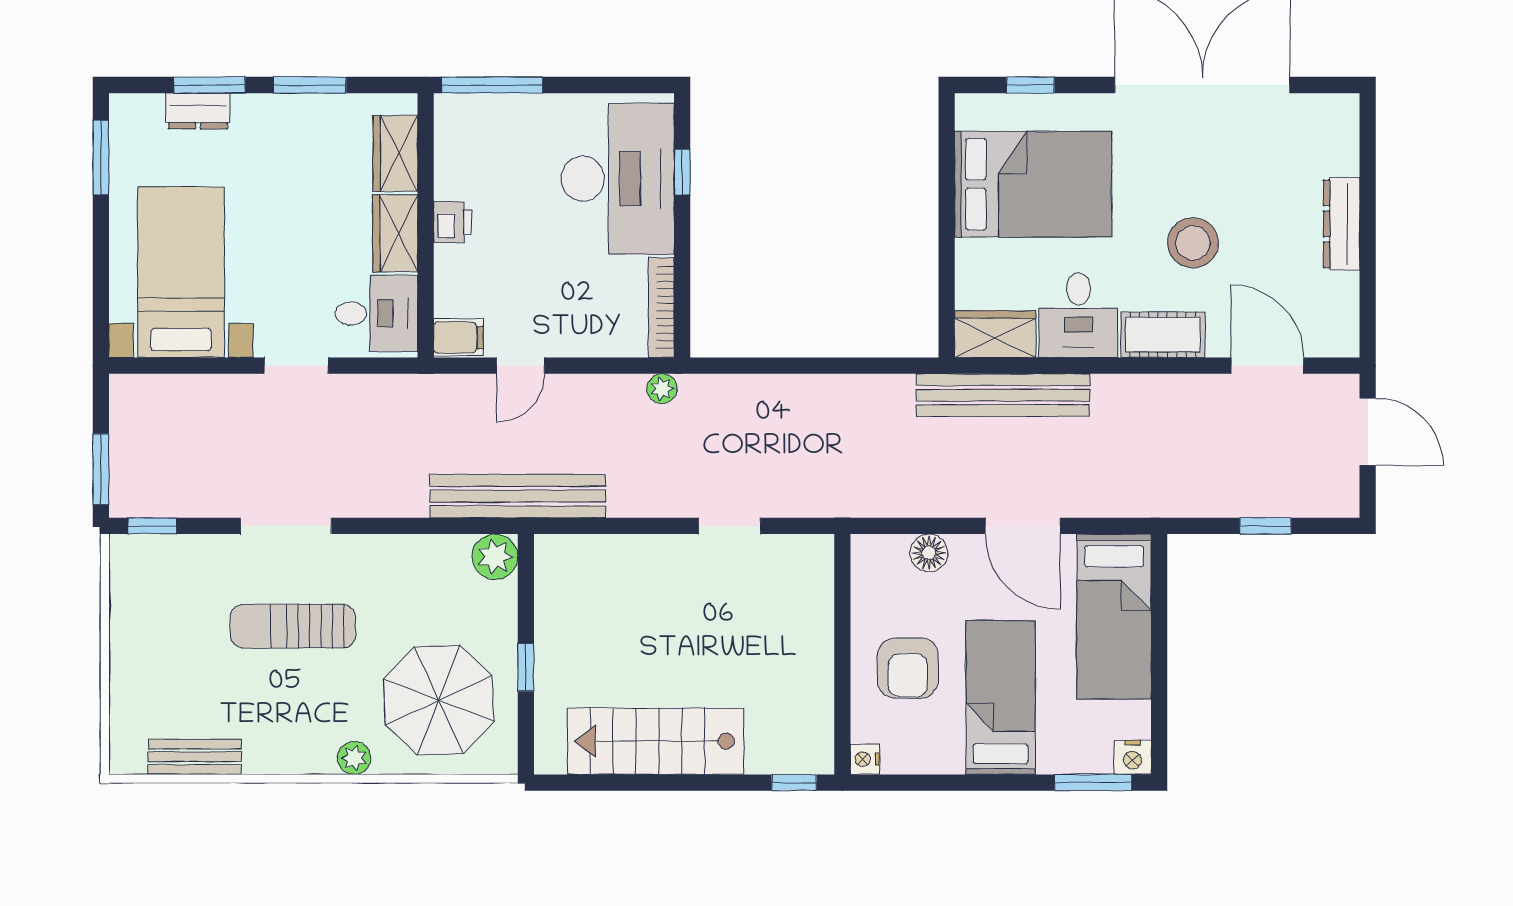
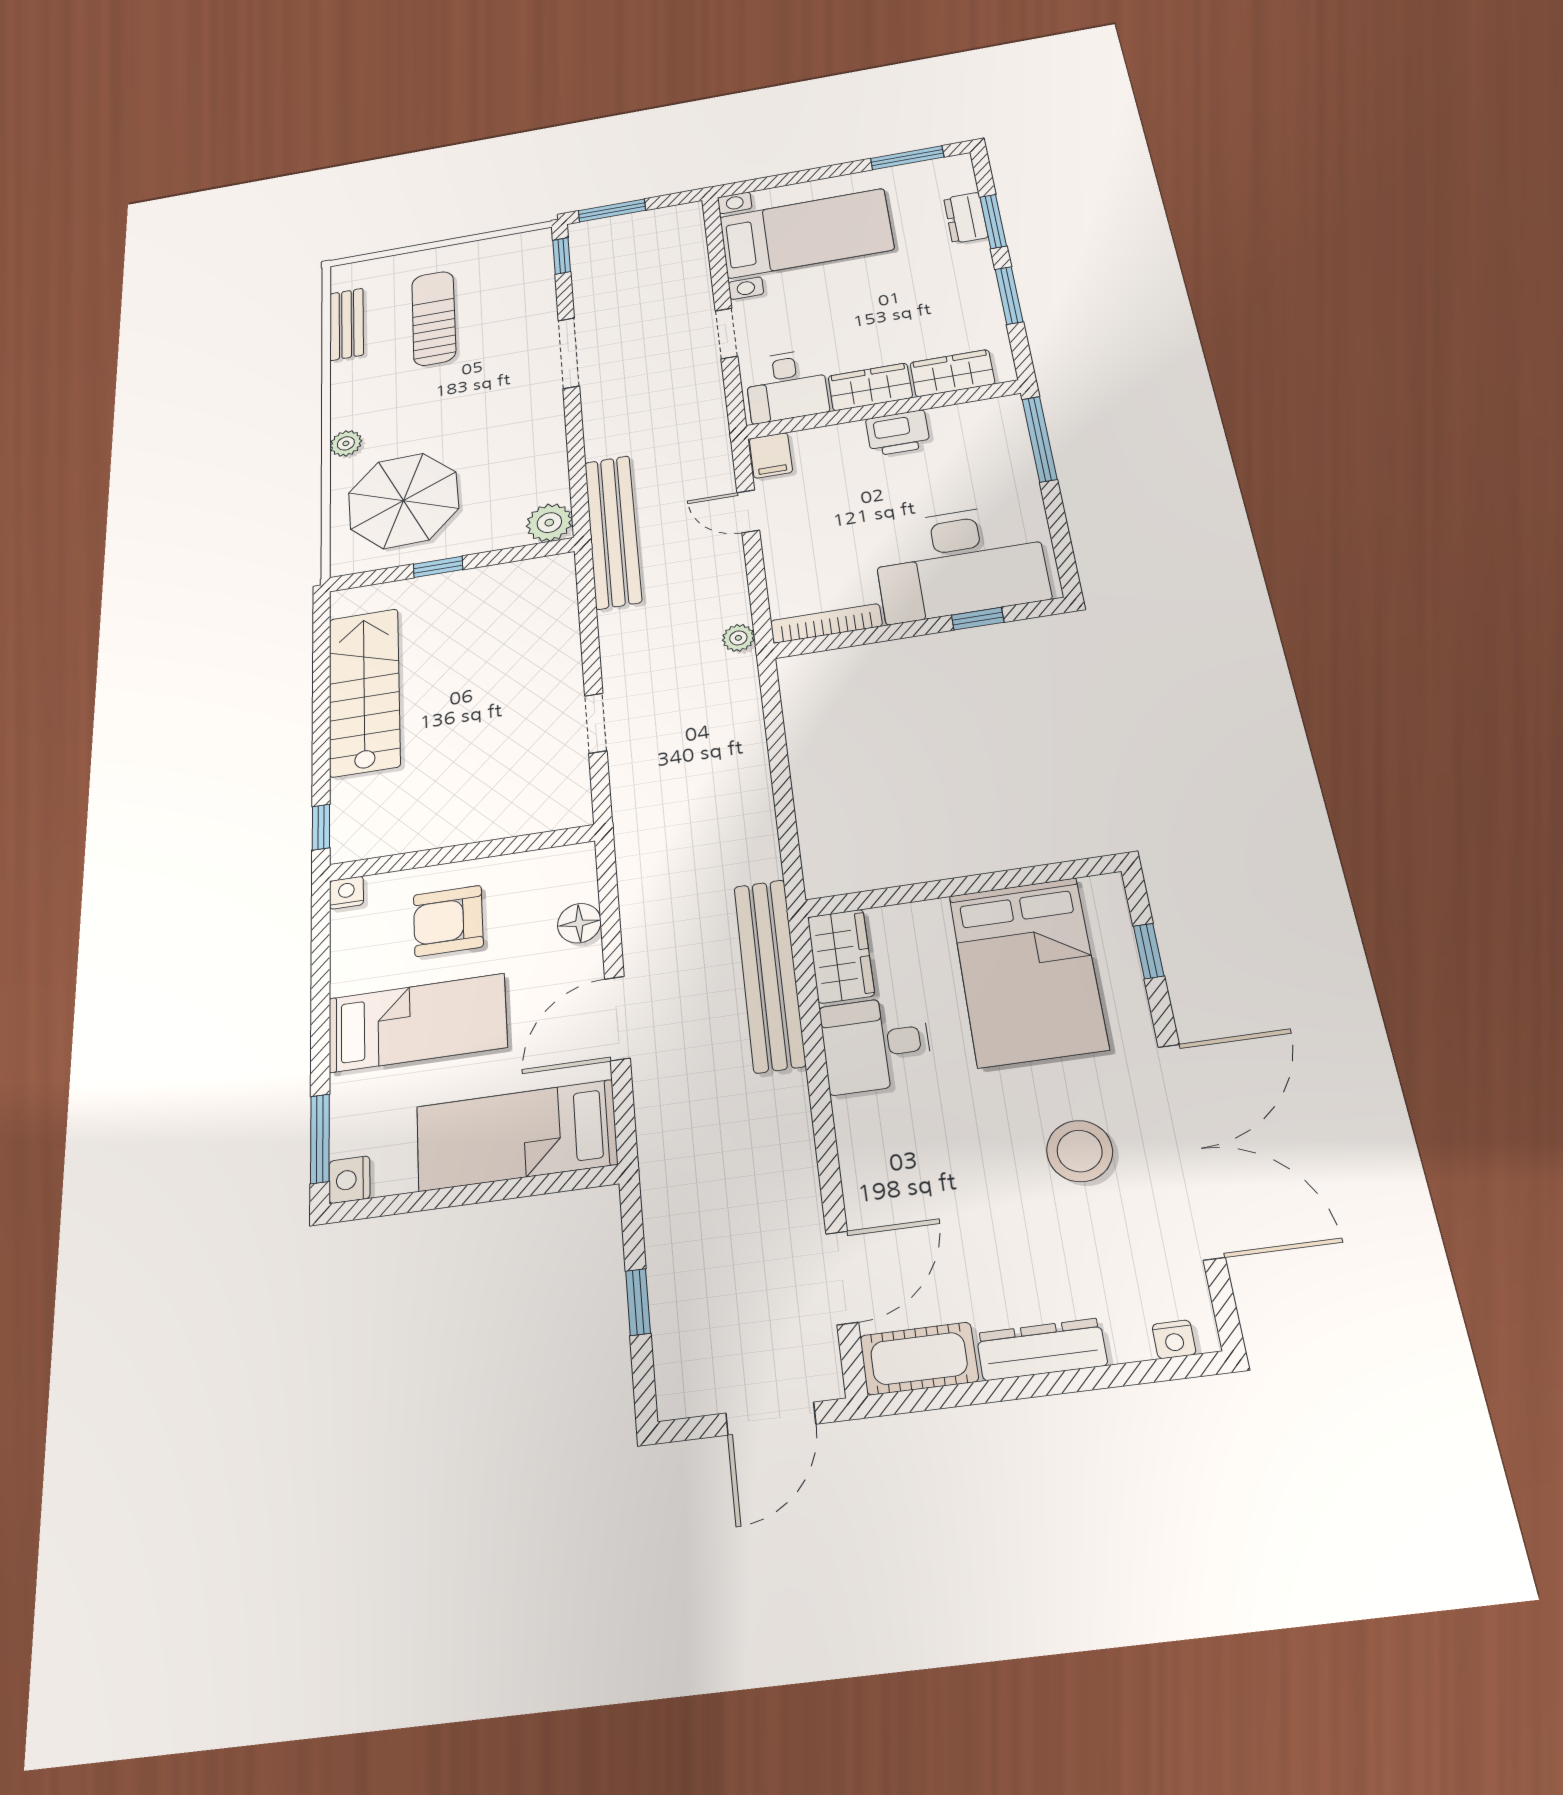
nightstand: (1346, 126) -> (1174, 1339), added
printer: (452, 222) -> (898, 433), width x1.36, depth x1.24
stool: (1193, 243) -> (1080, 1151), moved
cot: (1163, 335) -> (919, 1359), moved, turned 90
sun lounger: (293, 626) -> (434, 318), moved

